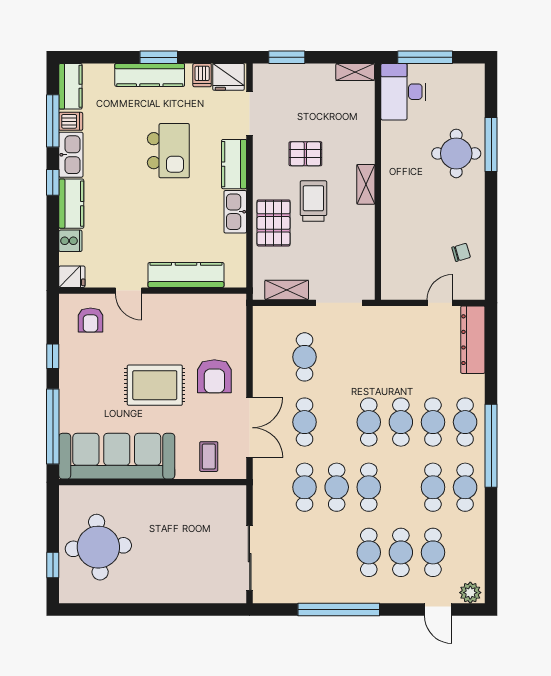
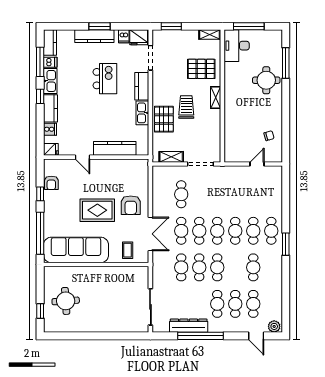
window: (491, 144) -> (286, 63), moved
pallet: (305, 154) -> (201, 69), moved, width x1.50, depth x1.42
armchair: (90, 320) -> (51, 183), moved
dresser: (473, 340) -> (189, 326), moved, turned 90
window: (491, 446) -> (286, 244), width x0.47
cafe table: (465, 487) -> (199, 231), moved
round table: (98, 547) -> (66, 301), width x0.73, depth x0.73

